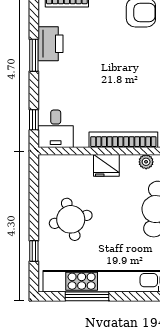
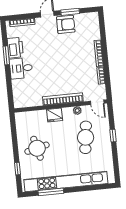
window: (34, 120) -> (10, 93), removed
desk: (56, 129) -> (21, 68), moved, turned 90

